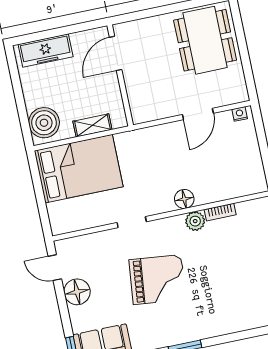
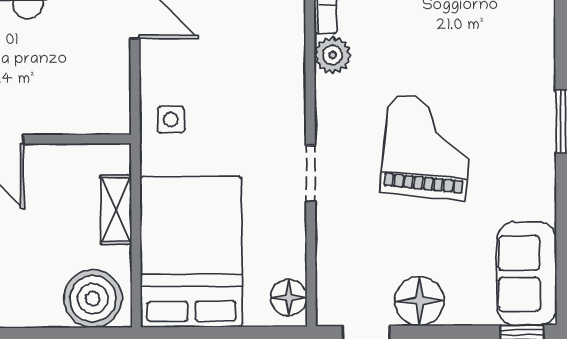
side table: (145, 144) -> (171, 120), added
floor lamp: (184, 199) -> (289, 297), moved

